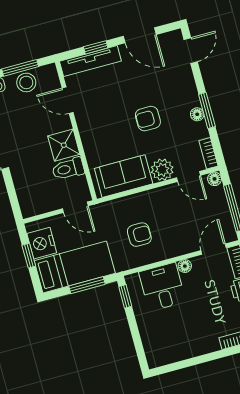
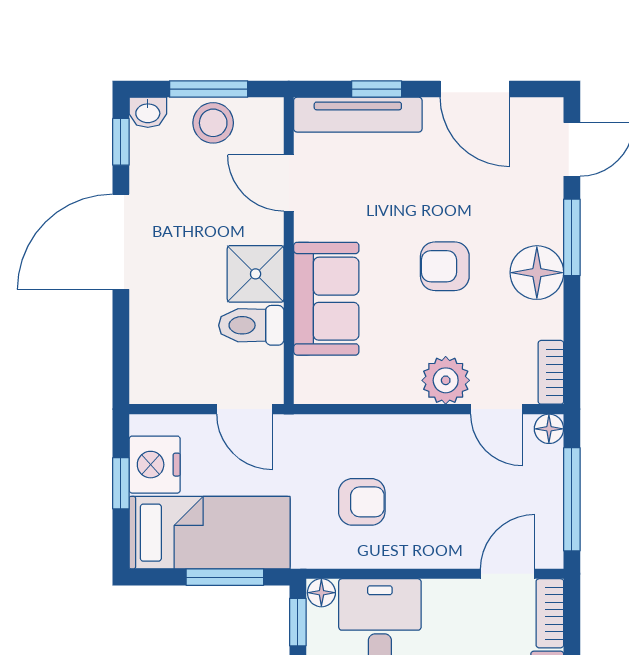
window: (207, 110) -> (572, 237), moved
floor lamp: (197, 114) -> (537, 273), width x1.89, depth x1.89
sofa: (124, 176) -> (326, 299), moved, turned 90
floor lamp: (185, 266) -> (321, 593), moved

